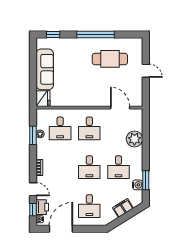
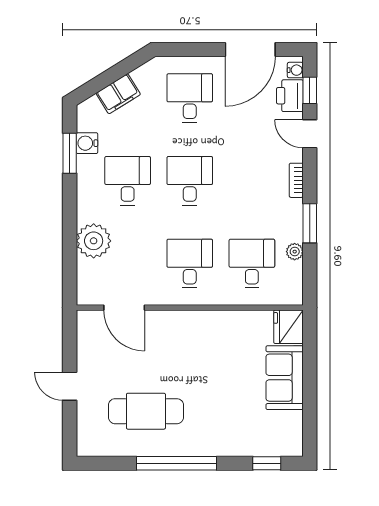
sofa: (45, 69) -> (285, 378), width x0.73
window: (33, 135) -> (310, 223), moved

